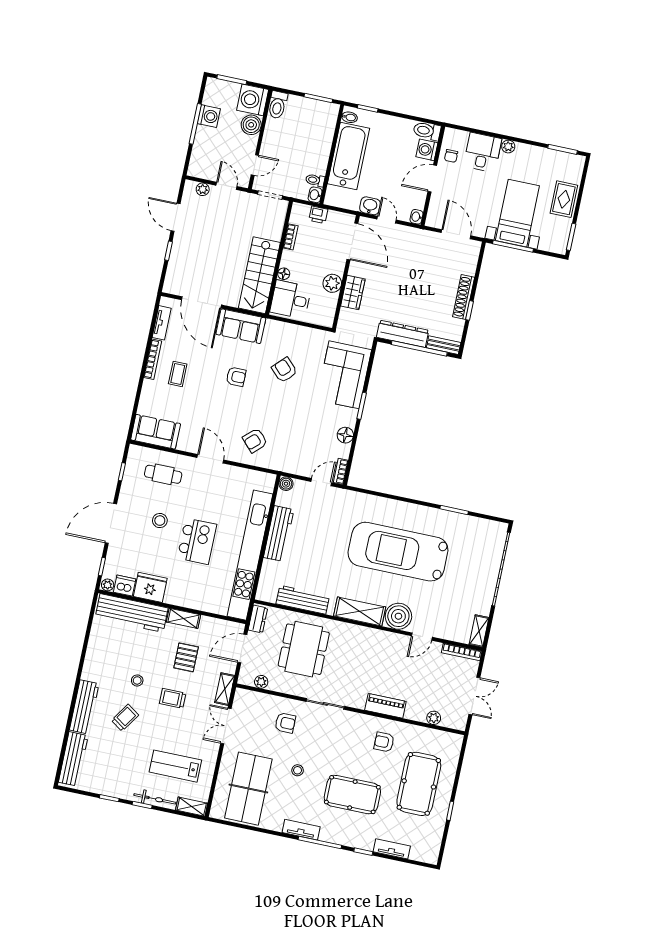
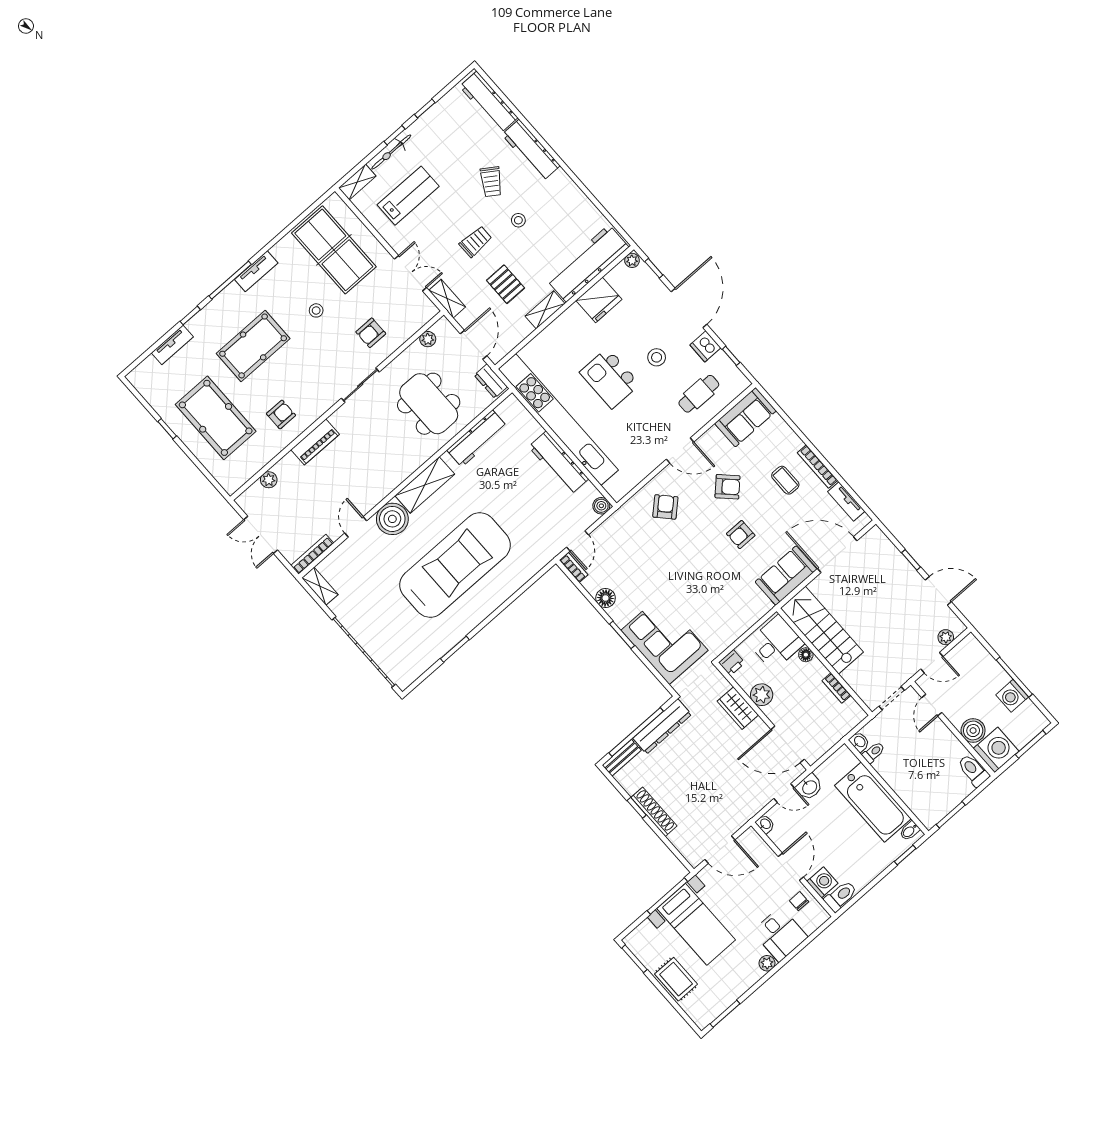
printer: (318, 215) -> (732, 663), moved, turned 180
armchair: (284, 370) -> (727, 487), moved
dishwasher: (125, 586) -> (705, 346), moved, turned 90

